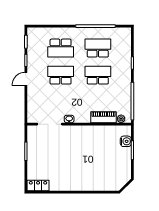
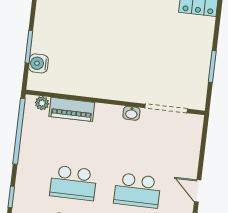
door: (26, 79) -> (198, 191), swing flipped

